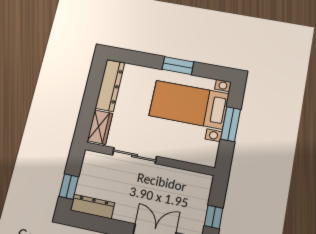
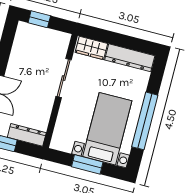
window: (178, 66) -> (145, 121), width x2.11
dresser: (92, 207) -> (27, 135), moved, turned -90

